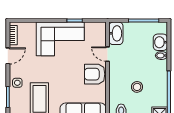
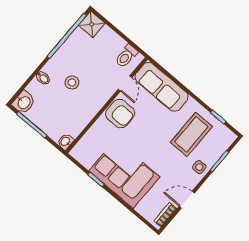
washbasin: (116, 33) -> (65, 142), width x0.52, depth x0.69
washbasin: (160, 42) -> (24, 102), moved
door: (108, 54) -> (125, 83), moved
stool: (137, 87) -> (72, 82), moved

